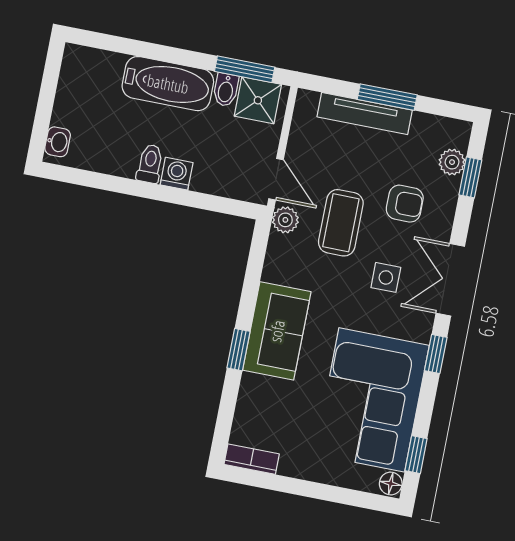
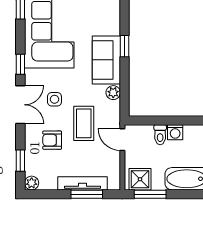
bidet: (226, 90) -> (158, 182), removed
window: (387, 97) -> (87, 194), moved
plant: (452, 162) -> (32, 183), moved
toilet: (150, 164) -> (160, 135), moved
plant: (285, 220) -> (113, 93), moved

